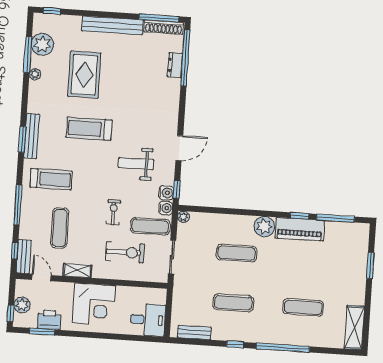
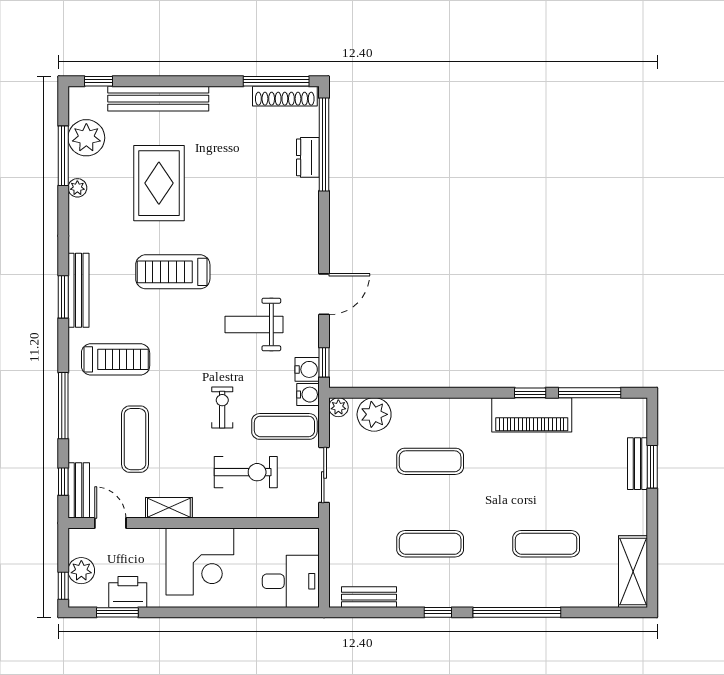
bench: (113, 25) -> (158, 99), moved
plant: (264, 227) -> (374, 414), moved
bench: (361, 263) -> (638, 464), added

